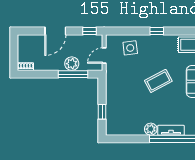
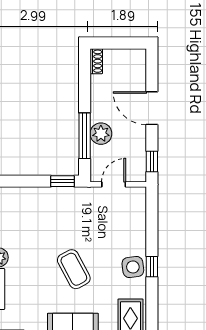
side table: (130, 48) -> (133, 267), moved
door: (104, 56) -> (114, 184), hinge flipped
window: (102, 112) -> (62, 181), moved

